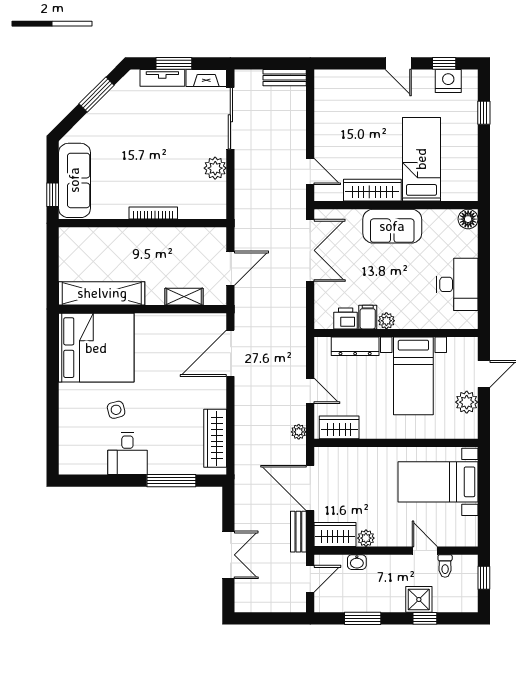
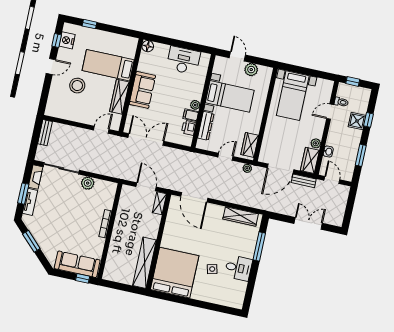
stool: (376, 115) -> (77, 86), added
shelving: (184, 297) -> (159, 203), moved

